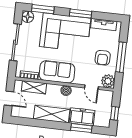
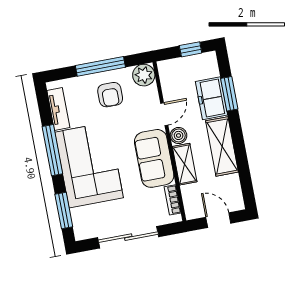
window: (81, 14) -> (52, 150), width x1.44
floor lamp: (28, 17) -> (83, 230), removed
armchair: (103, 58) -> (110, 95), turned 90
shelving: (34, 87) -> (185, 164), moved
door: (92, 87) -> (164, 114), moved
door: (9, 98) -> (218, 220), hinge flipped

